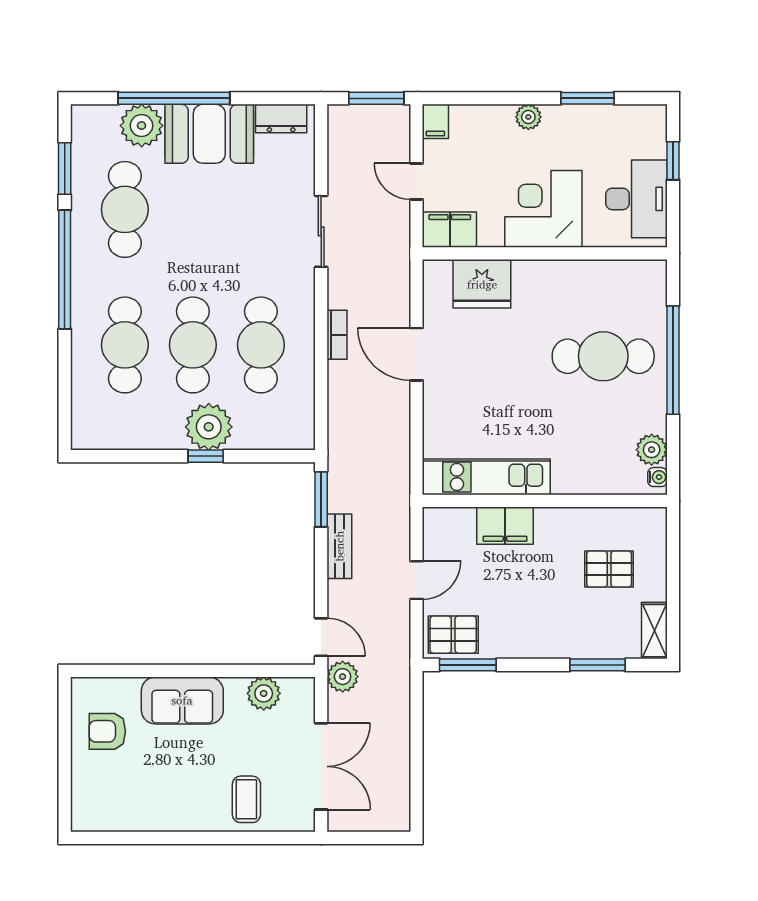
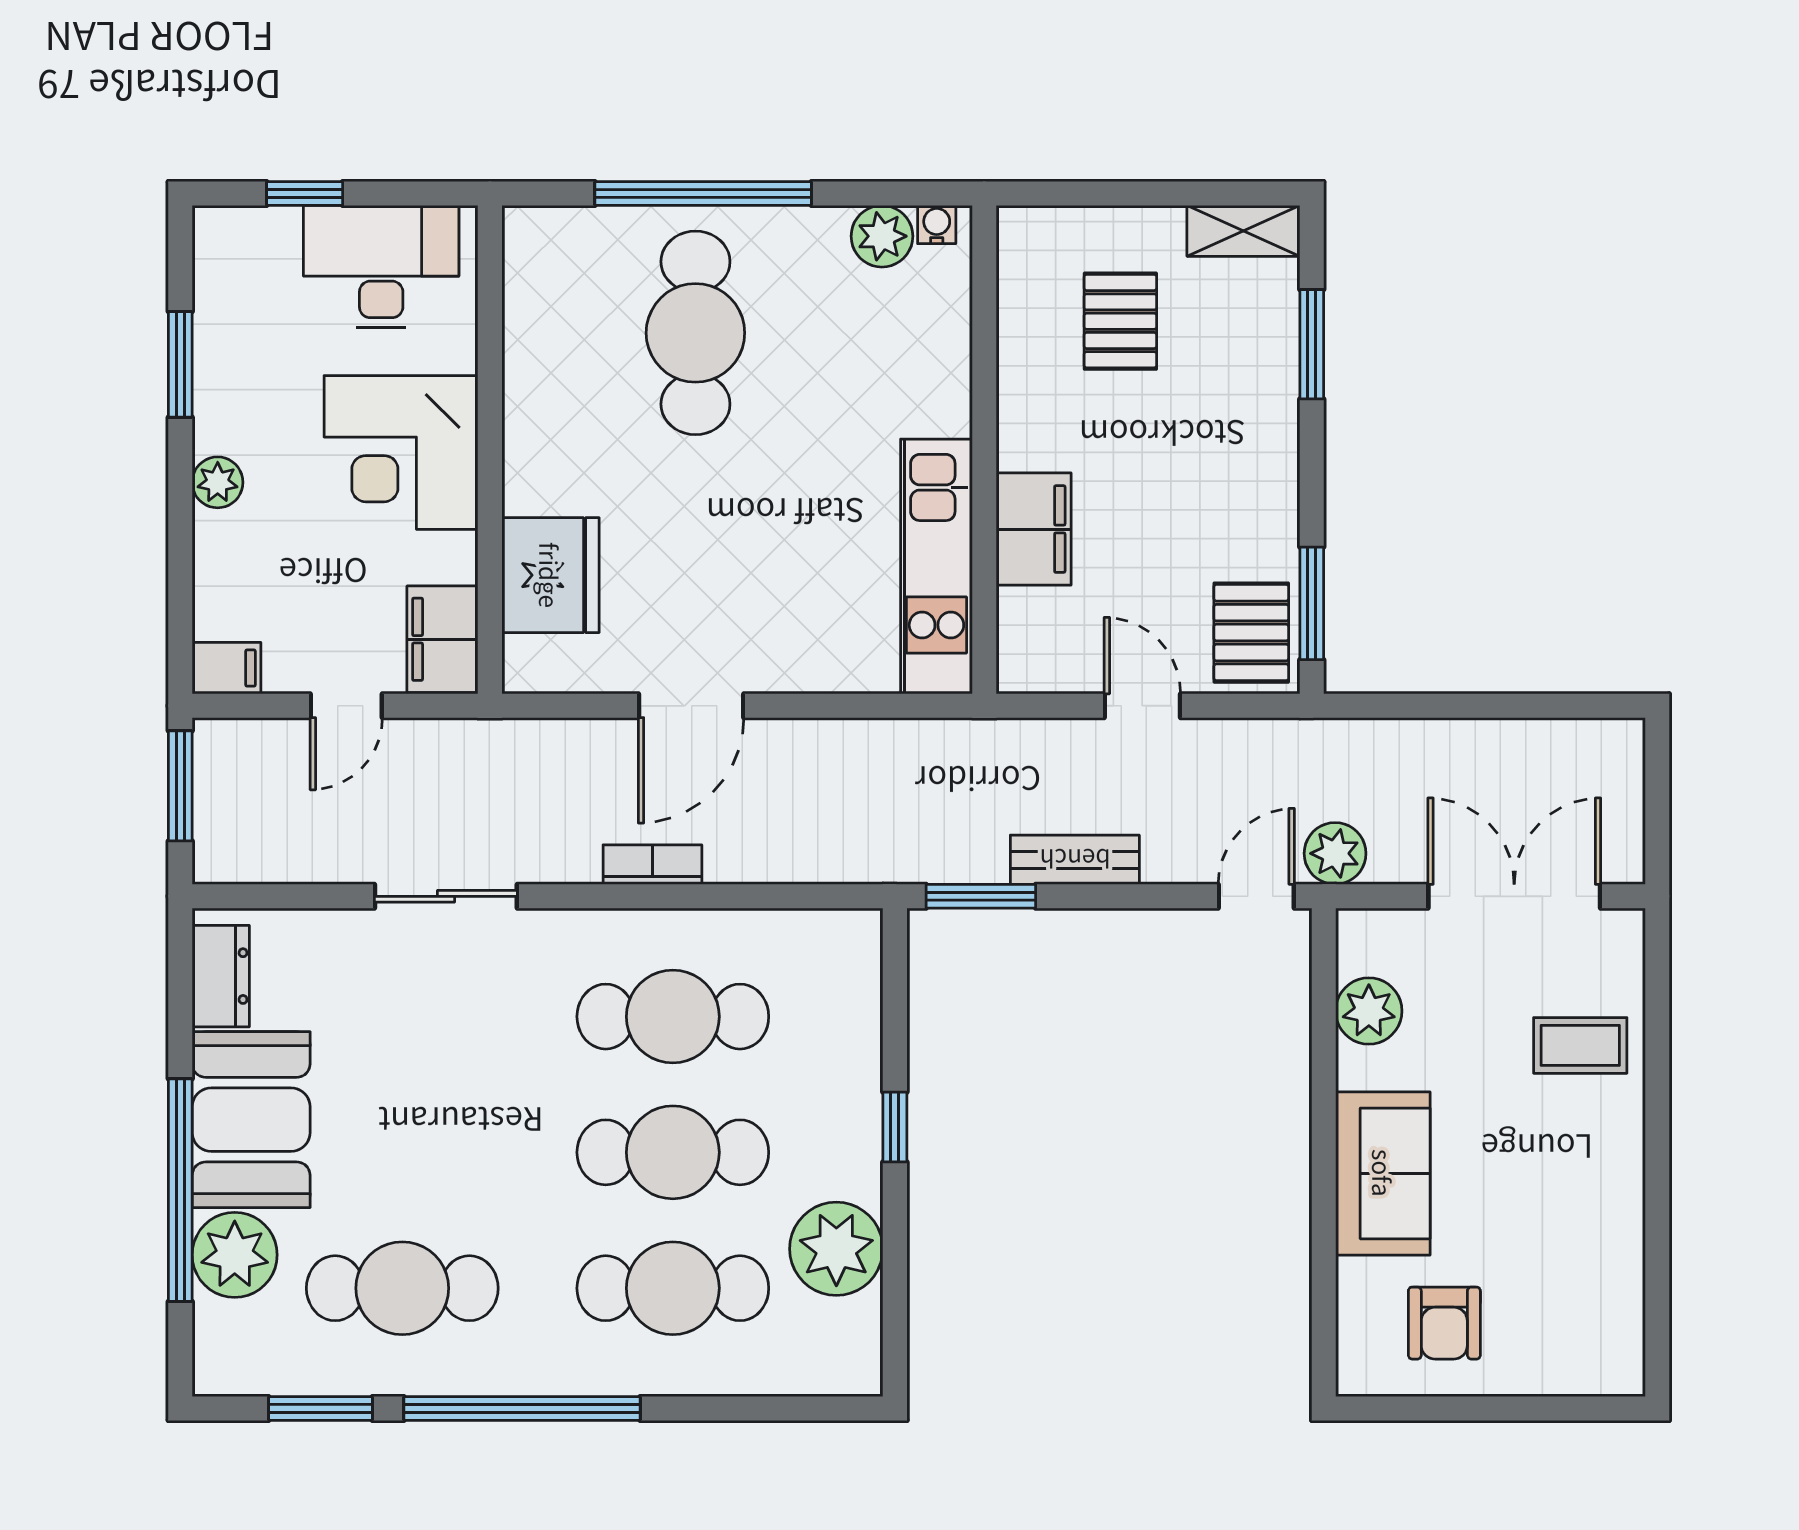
plant: (209, 427) -> (836, 1249), moved

